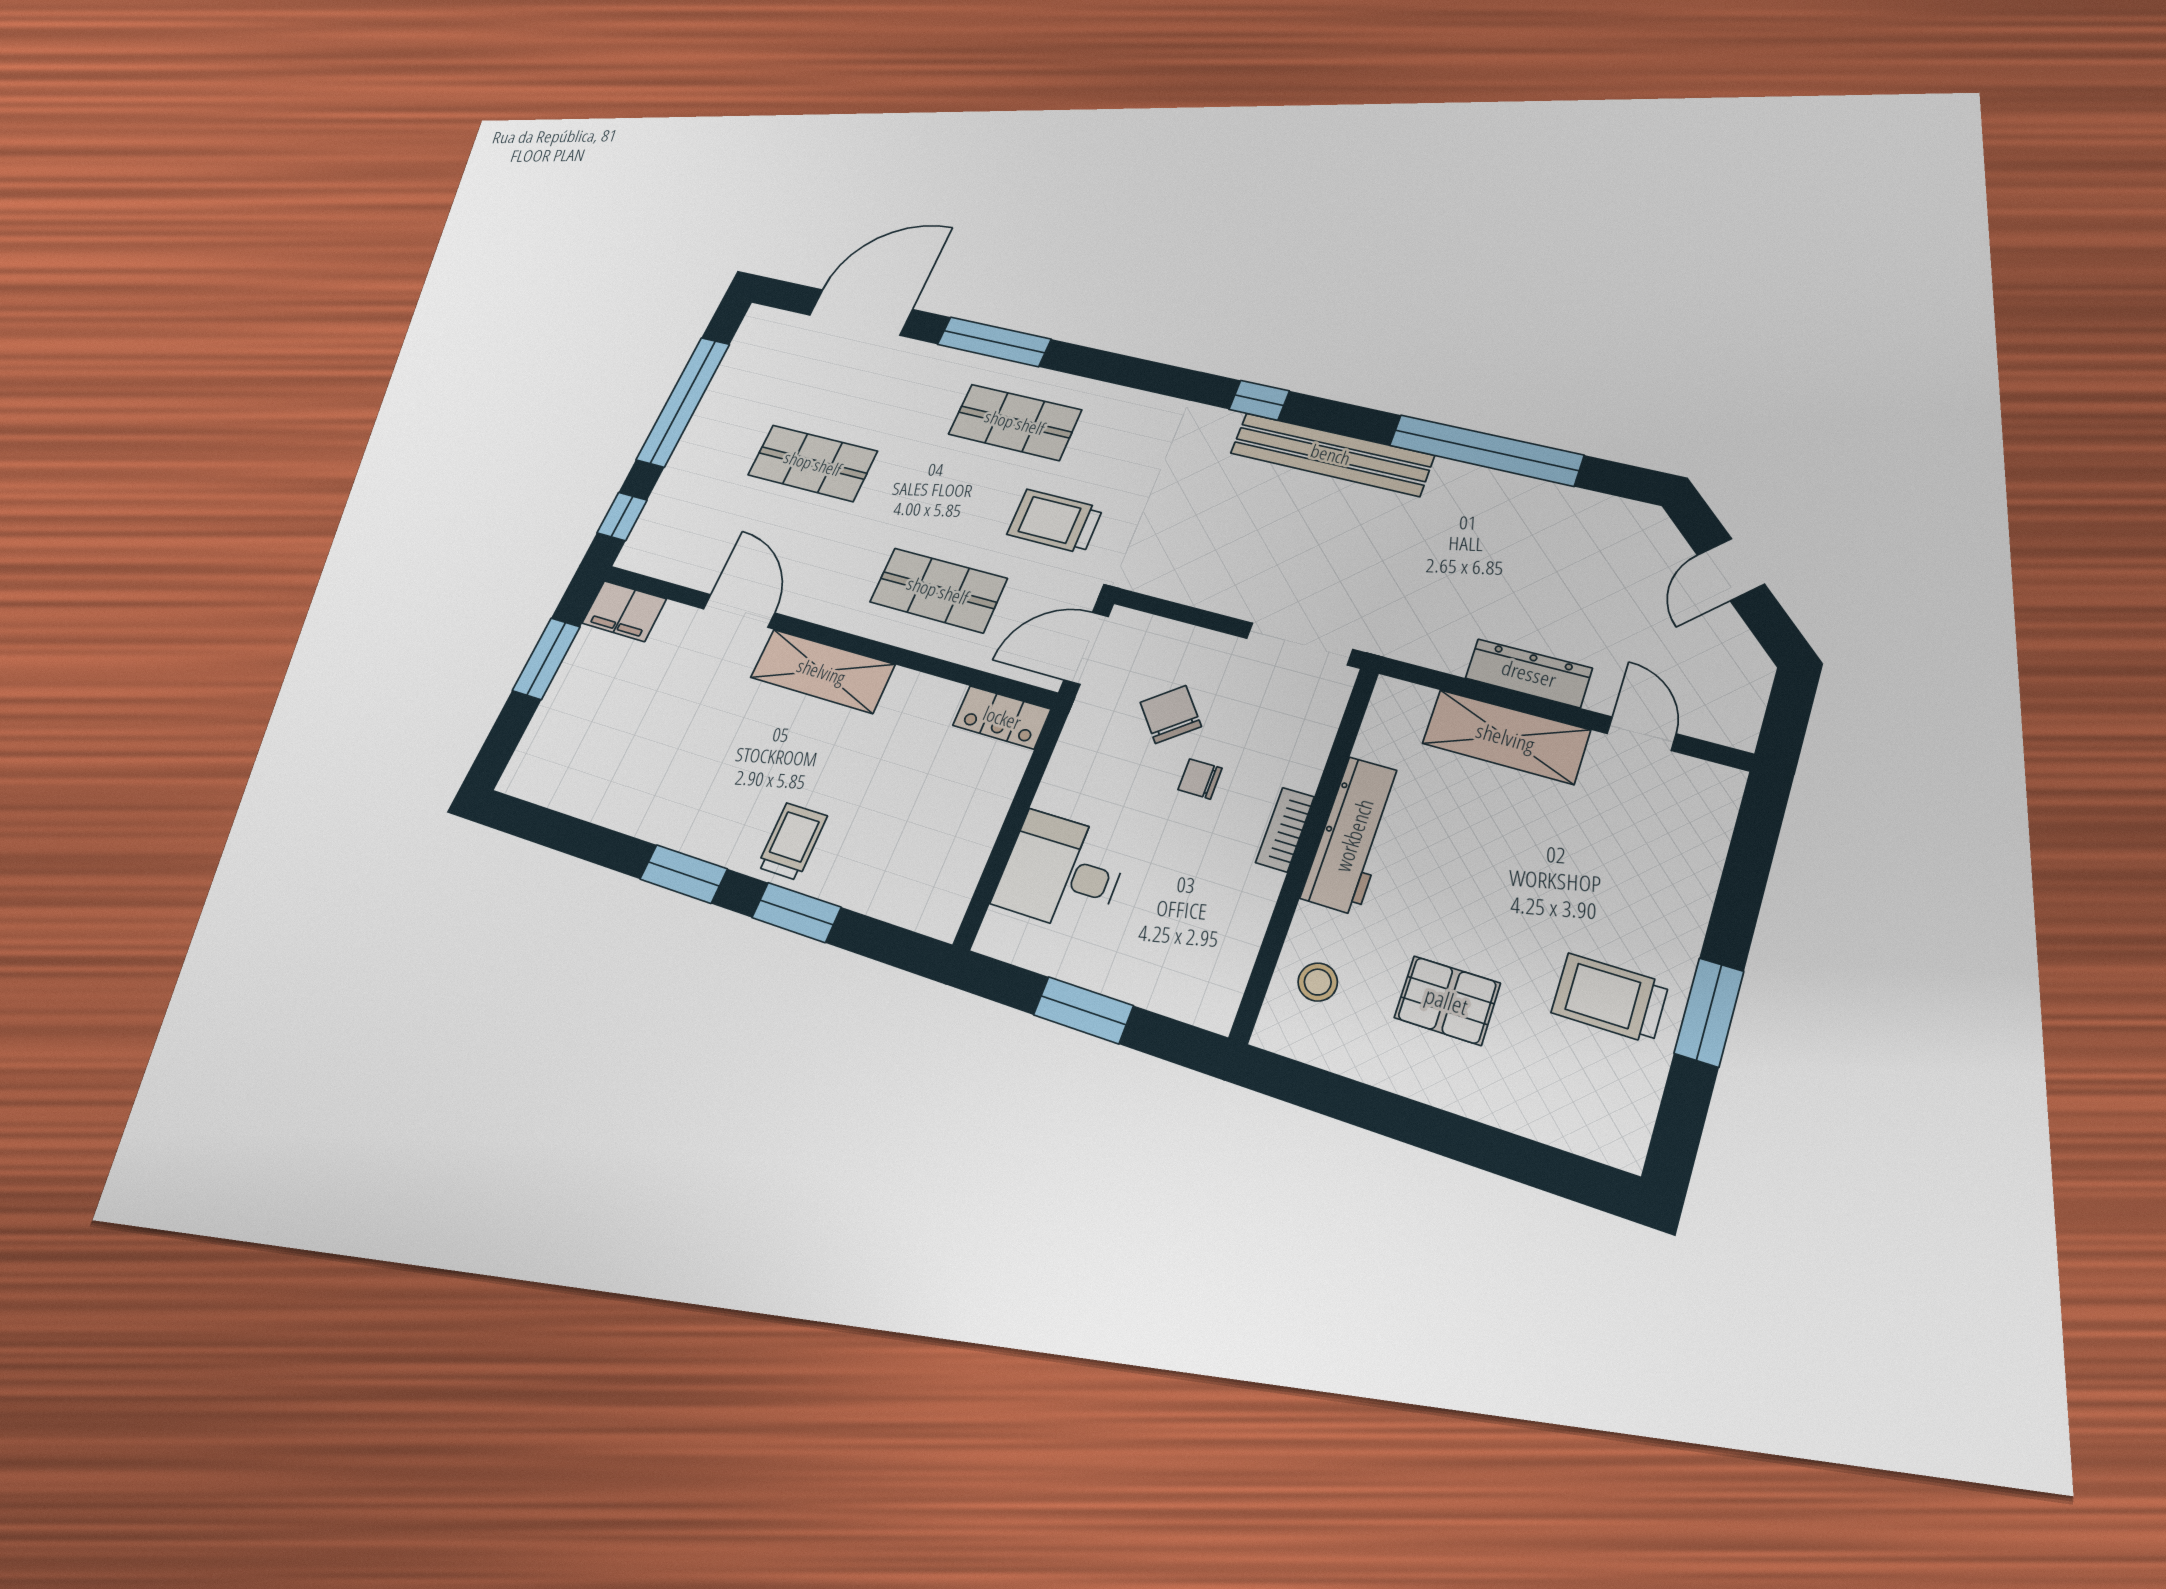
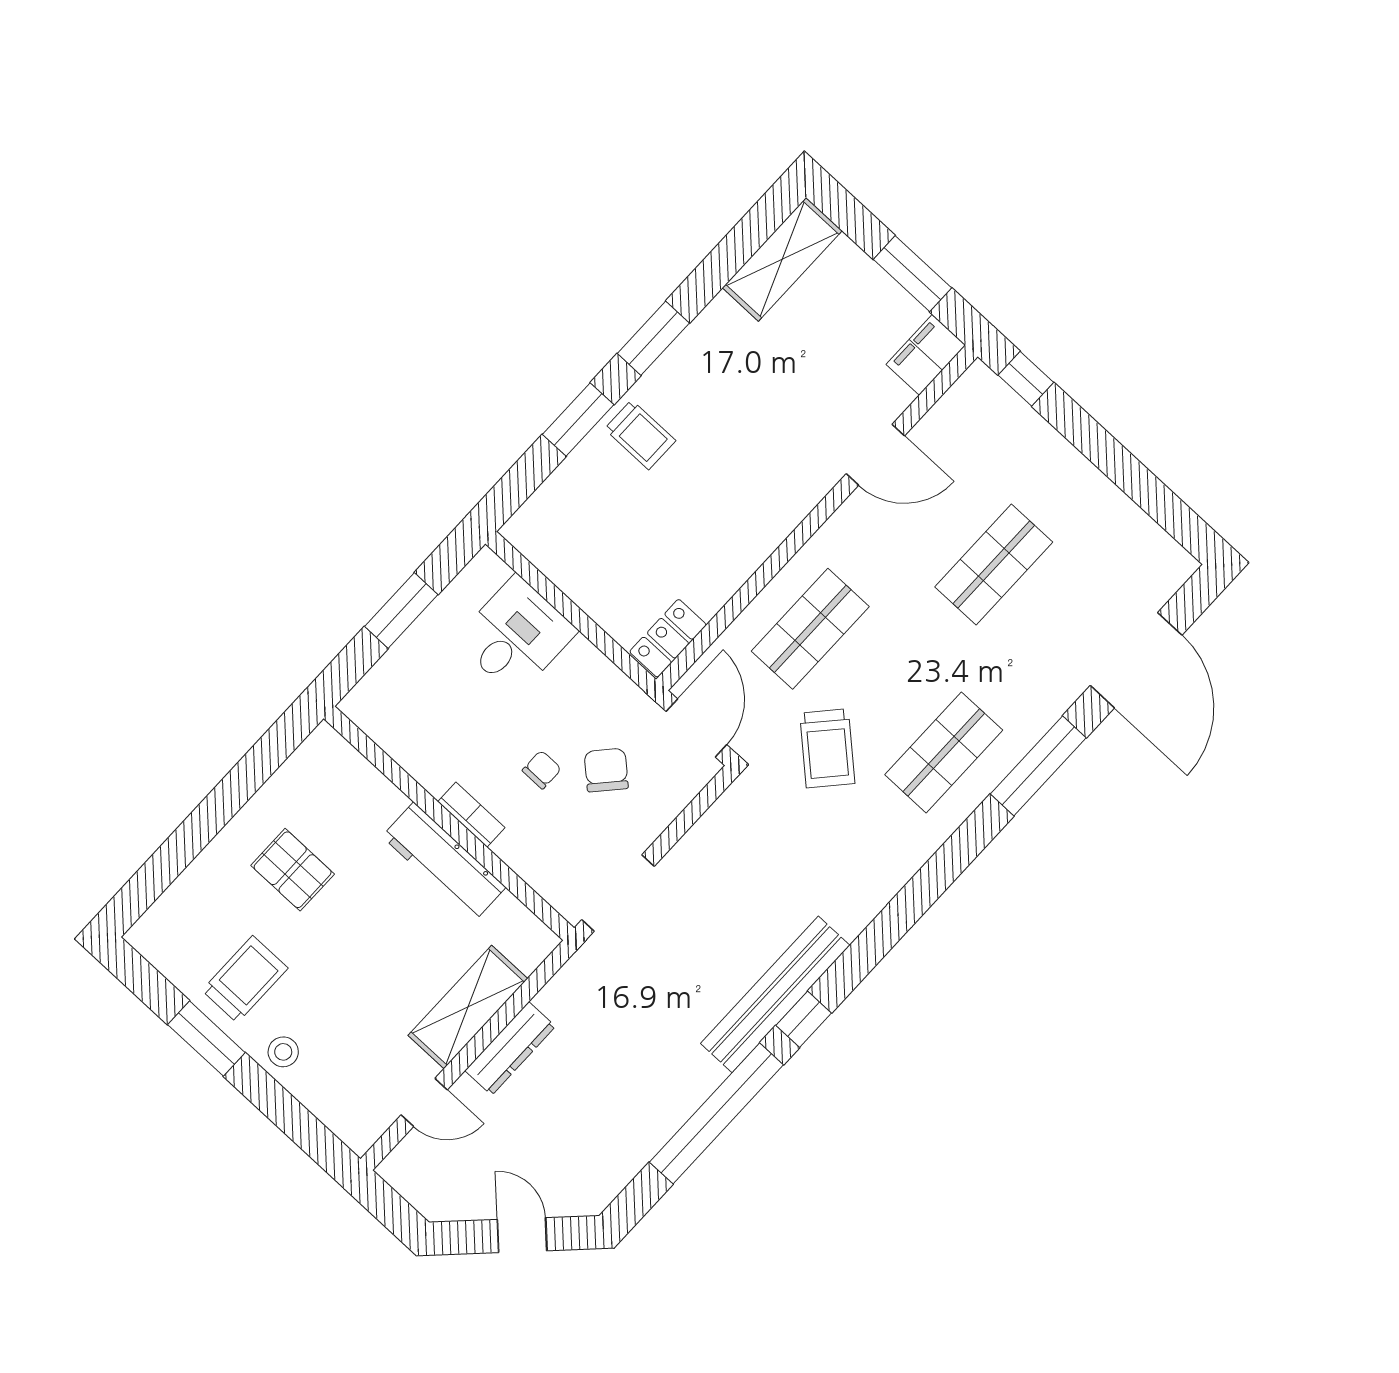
window: (1259, 400) -> (804, 1019), moved
window: (683, 402) -> (1123, 469), removed
trolley: (1055, 521) -> (827, 748), turned 132
shelving: (822, 671) -> (782, 259), moved
chair: (1171, 714) -> (606, 770), turned -99
stool: (1318, 982) -> (283, 1052), moved
pallet: (1447, 1000) -> (293, 870), turned 90

